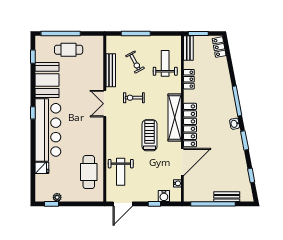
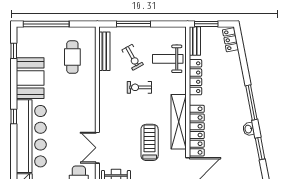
cafe table: (69, 50) -> (72, 57), moved, turned 90
weight bench: (165, 63) -> (168, 59), turned -90
bench: (111, 70) -> (104, 51), moved
locker: (189, 79) -> (195, 77), width x1.53
exercise bike: (134, 98) -> (139, 87), moved
double door: (105, 104) -> (97, 148), moved

